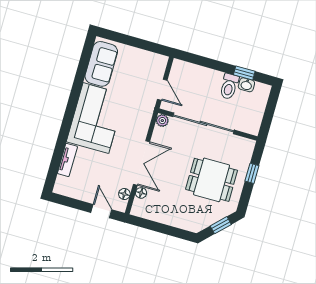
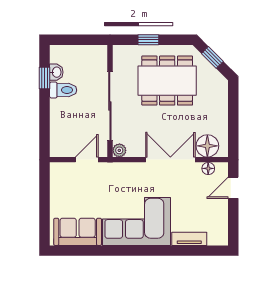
dining table: (212, 180) -> (167, 81), width x1.38
floor lamp: (141, 193) -> (207, 146), width x1.89, depth x1.89

